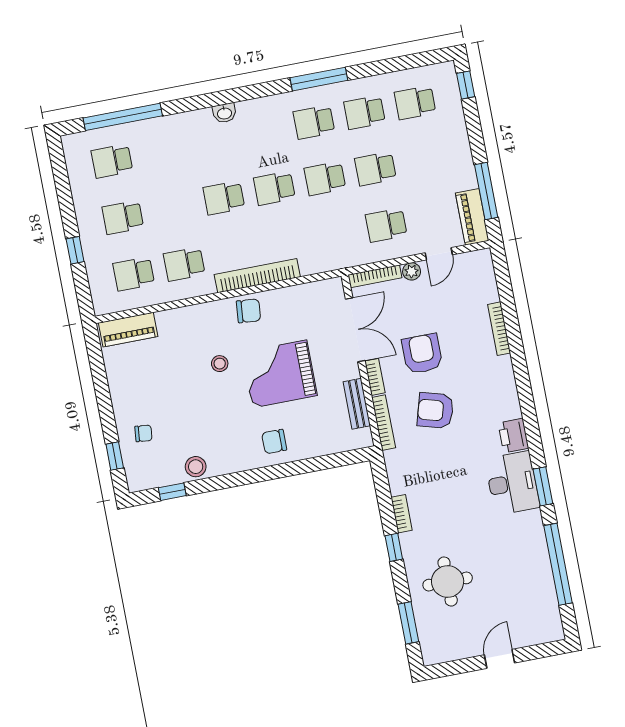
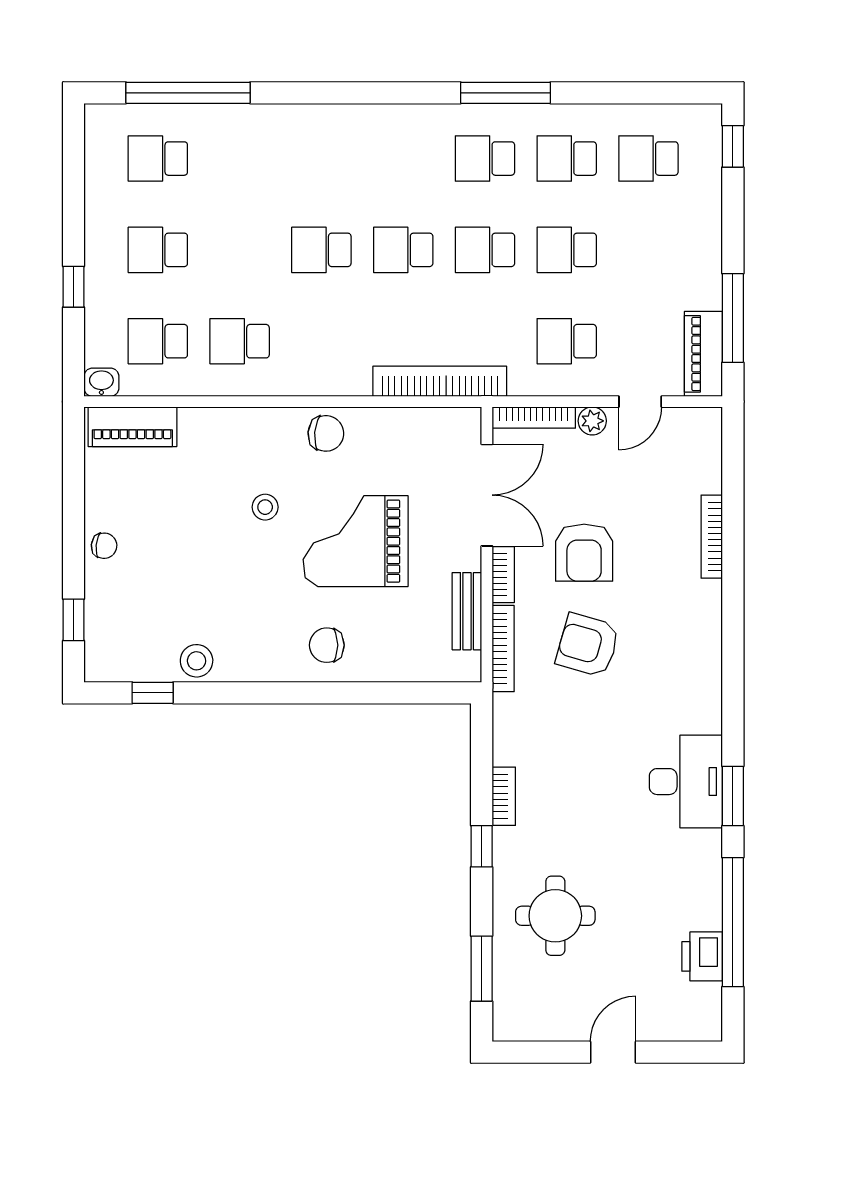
washbasin: (224, 113) -> (101, 382), moved, turned 180
bookcase: (257, 276) -> (440, 381), moved
armchair: (422, 354) -> (584, 553), turned 180
chair: (143, 433) -> (104, 546), moved
printer: (513, 436) -> (702, 956), moved

